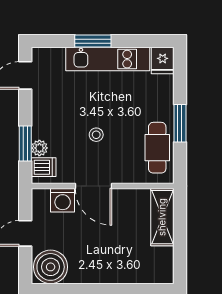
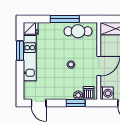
window: (93, 41) -> (20, 51), moved
window: (180, 123) -> (65, 19), width x1.44
washing machine: (63, 200) -> (107, 93), moved

